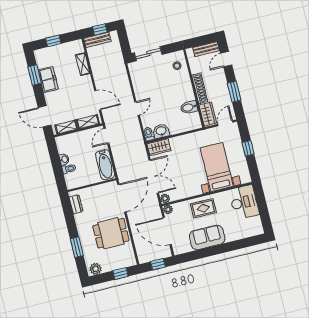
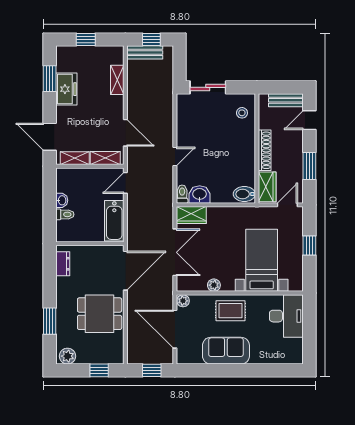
bidet: (189, 107) -> (244, 194), moved
plant: (165, 198) -> (214, 285), moved

